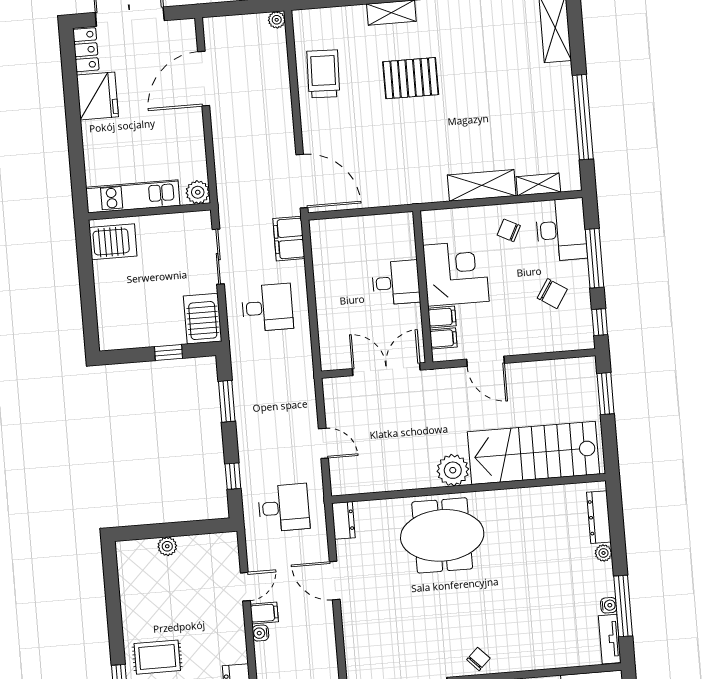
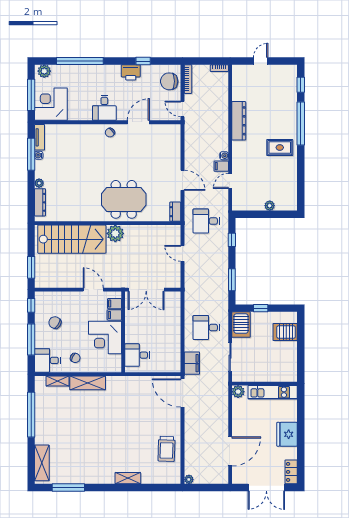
pallet: (411, 78) -> (120, 443), removed
fridge: (97, 96) -> (287, 434), moved
desk: (561, 230) -> (47, 360), width x0.73
server rack: (113, 242) -> (285, 332), moved
desk: (396, 283) -> (137, 355), moved

